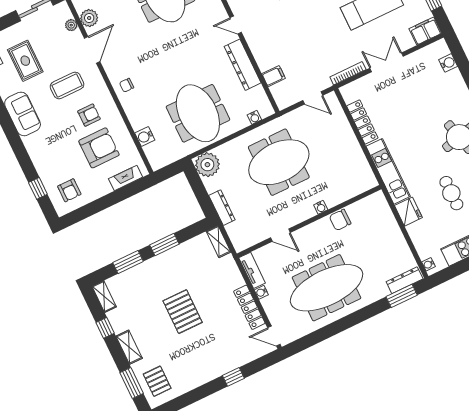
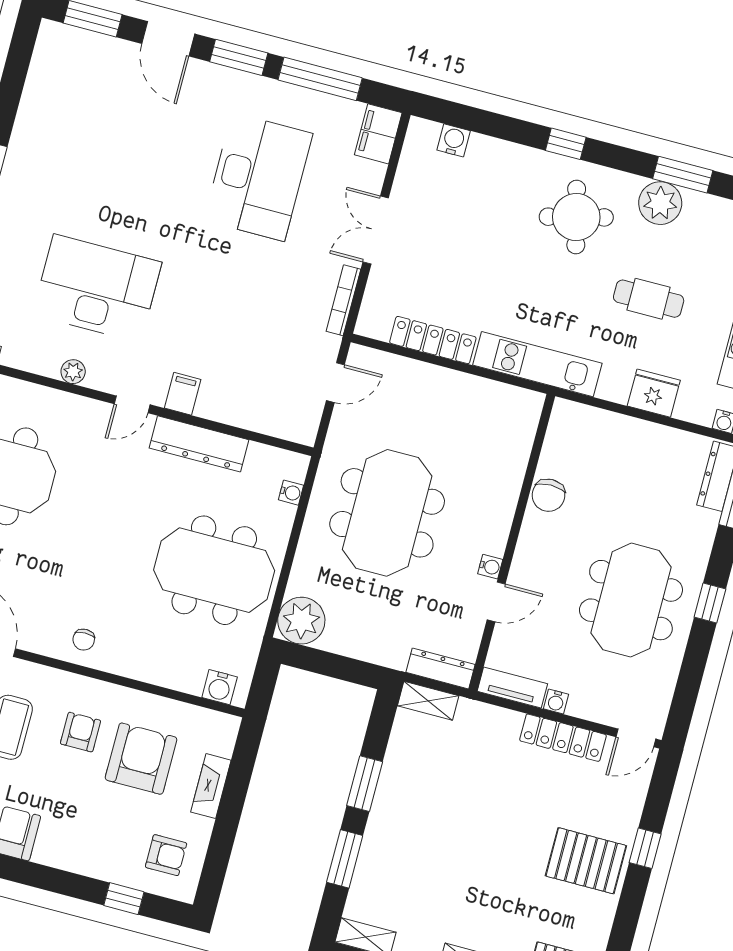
filing cabinet: (274, 76) -> (183, 394), moved
water cooler: (145, 137) -> (220, 687), moved
fireplace: (126, 178) -> (211, 786), moved
water cooler: (321, 207) -> (490, 567), moved
dresser: (222, 208) -> (440, 668), moved
fridge: (408, 212) -> (654, 393), moved
meeting table: (327, 288) -> (631, 600), width x0.73
pallet: (183, 312) -> (586, 861), moved
window: (352, 320) -> (710, 603), added

